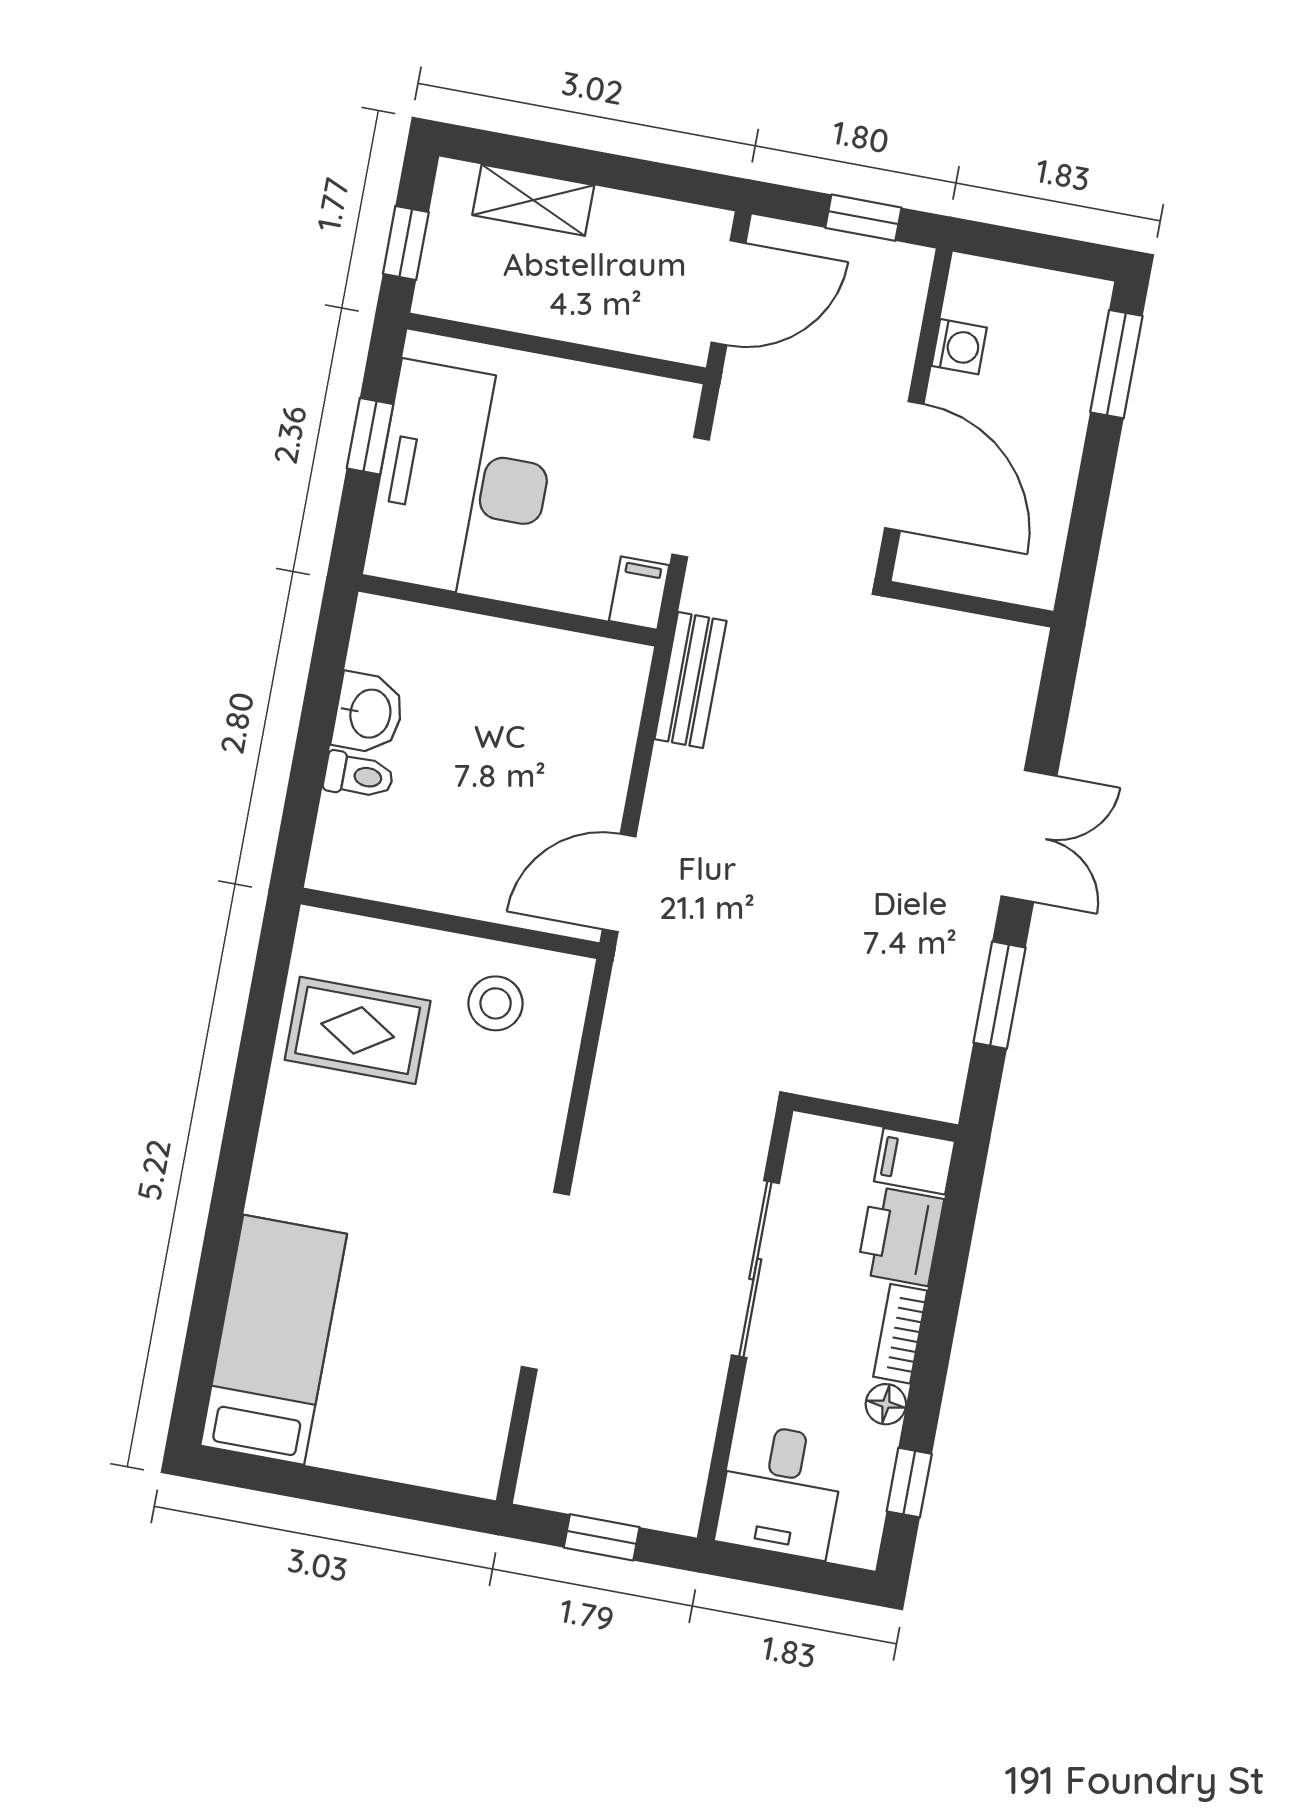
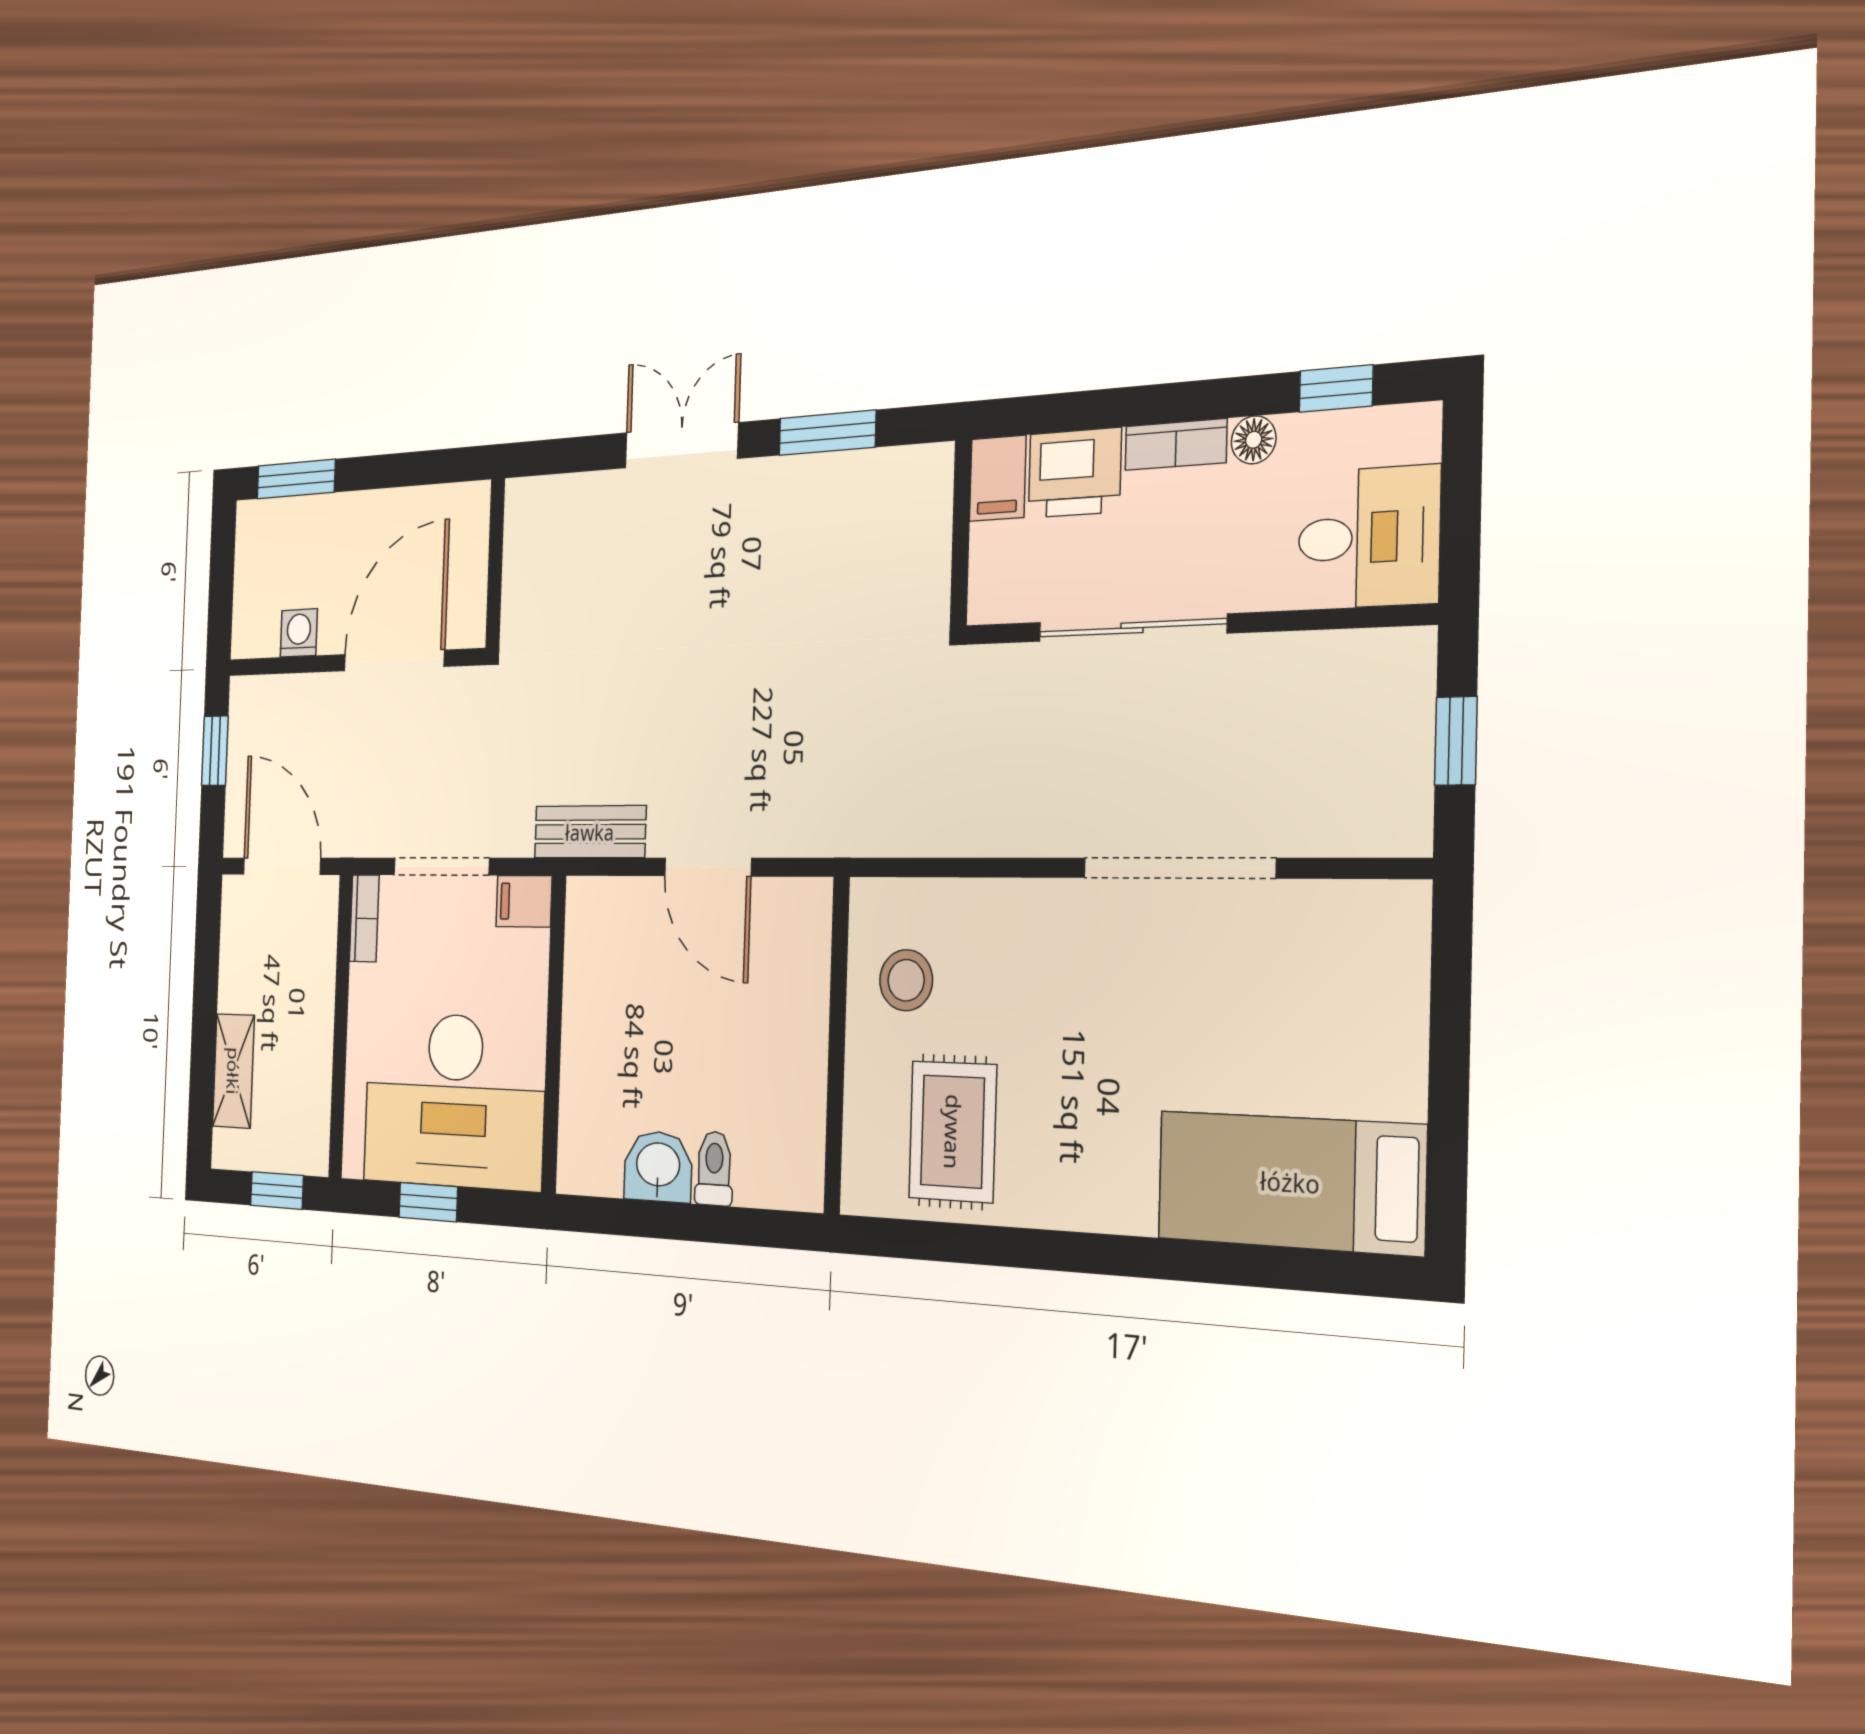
bookcase: (657, 393) -> (364, 918), added
door: (619, 883) -> (708, 867), moved

